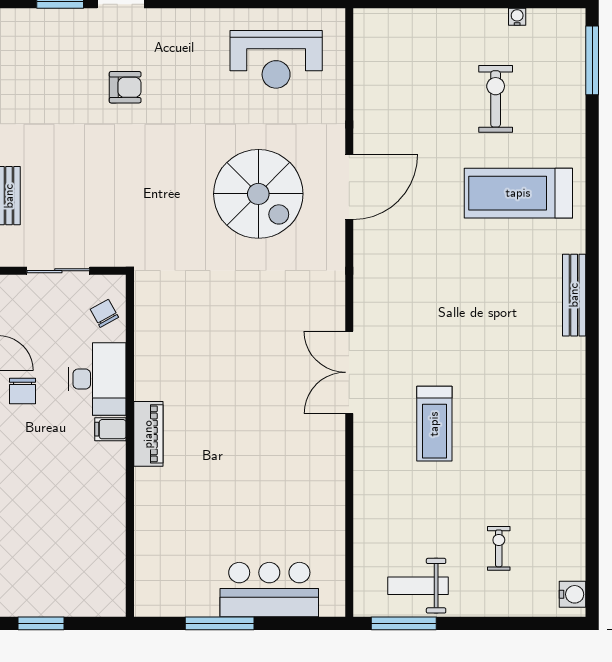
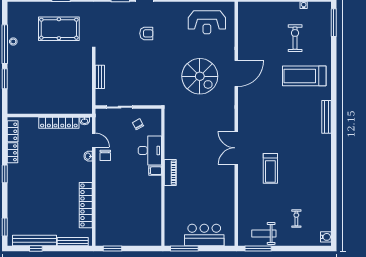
desk: (97, 379) -> (150, 151), moved
filing cabinet: (110, 429) -> (155, 171), moved
piano: (148, 434) -> (170, 173), moved
wall: (130, 446) -> (163, 177), moved

